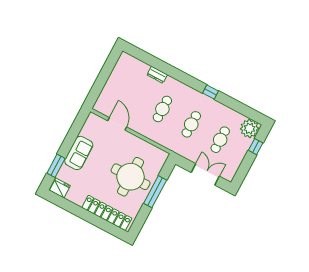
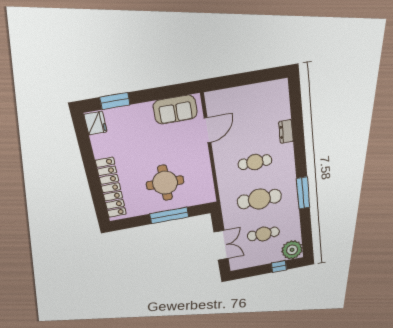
window: (211, 92) -> (303, 193), width x2.17
cafe table: (191, 124) -> (259, 199), width x1.37, depth x1.35
sofa: (79, 153) -> (175, 110), moved
round table: (131, 177) -> (165, 183), width x0.73, depth x0.73

